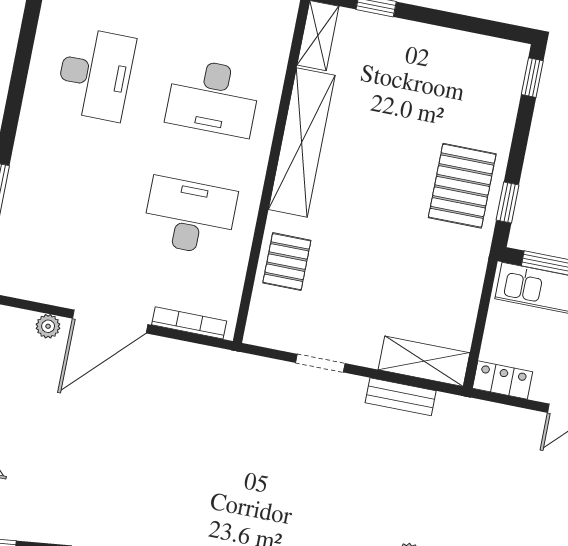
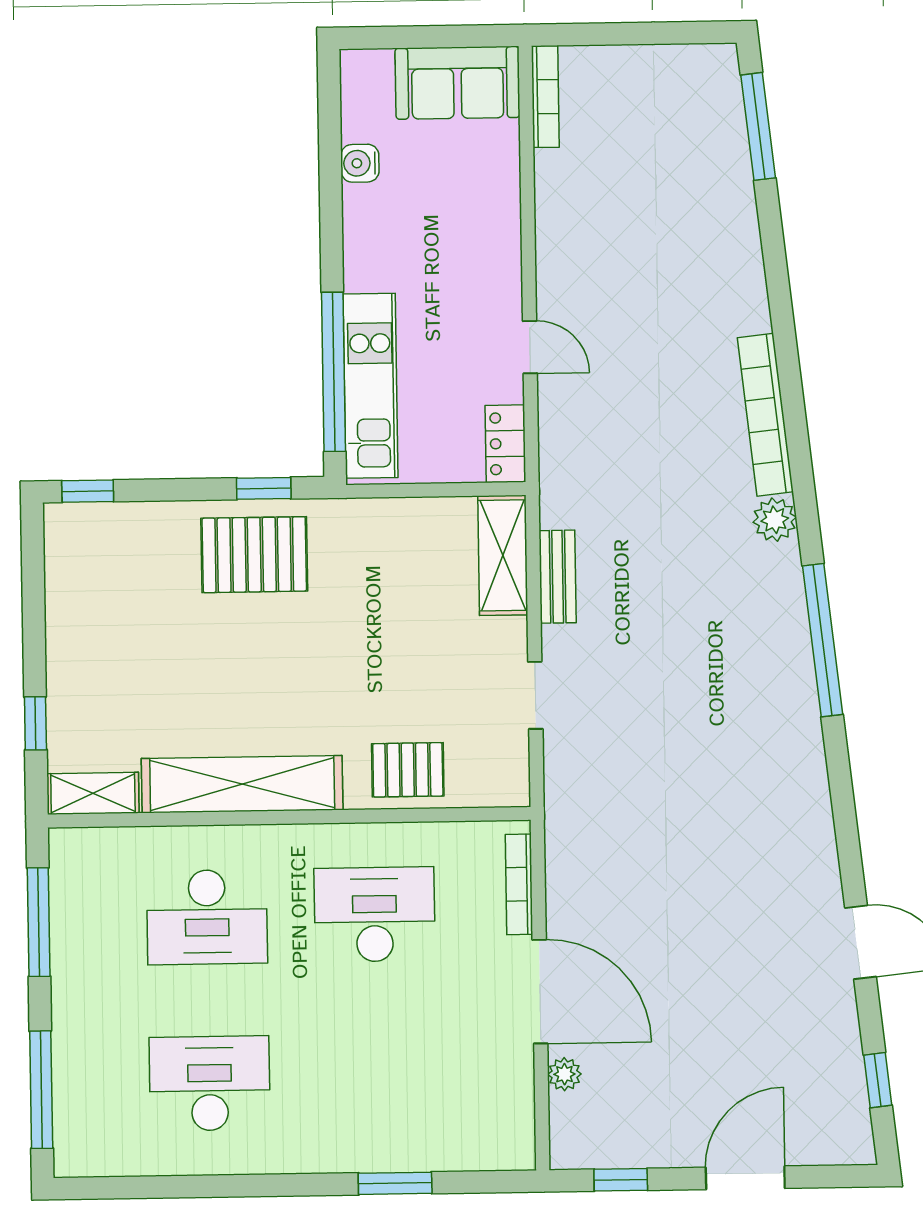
desk: (213, 97) -> (207, 917), turned 90
desk: (190, 216) -> (375, 914), turned 90

